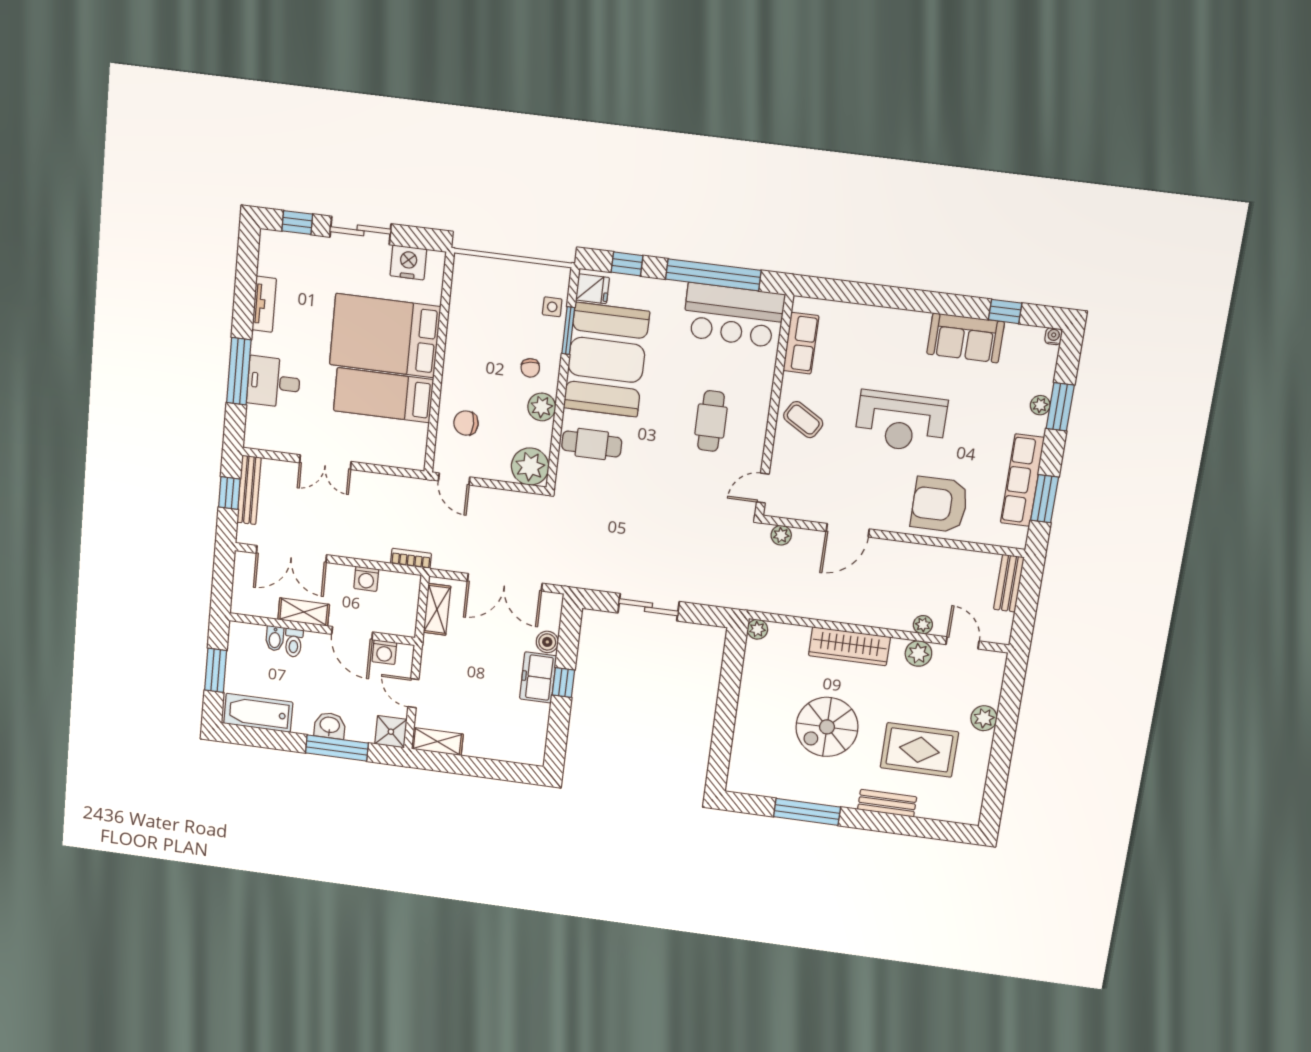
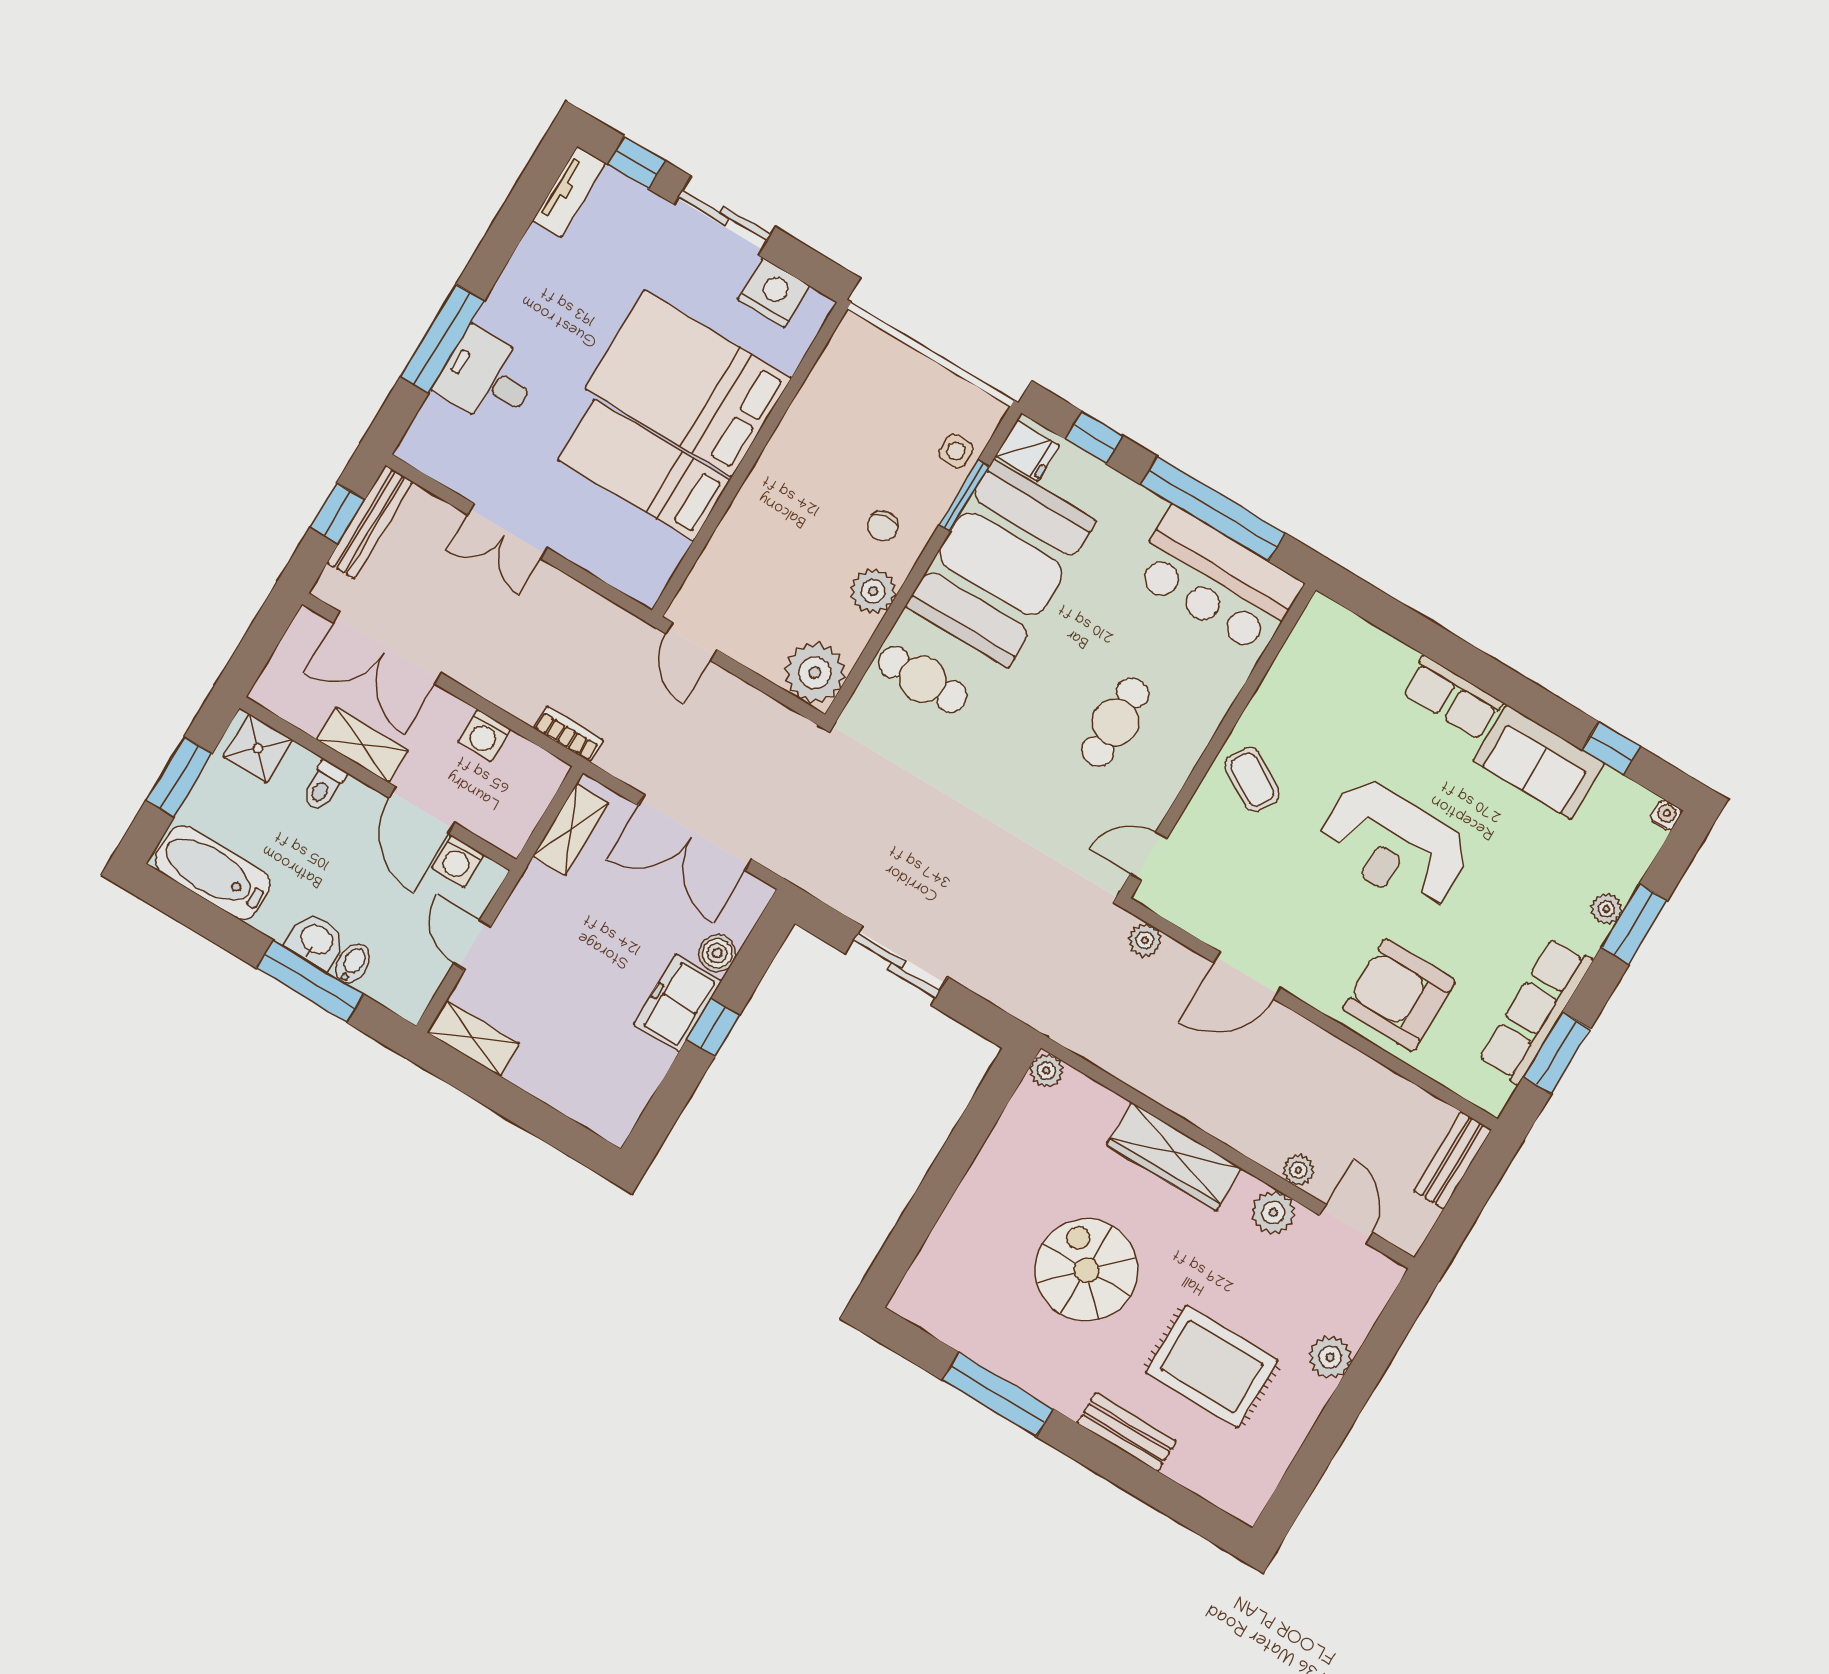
tv unit: (264, 304) -> (569, 192), moved
row of seats: (801, 343) -> (1452, 698), moved, turned 90
chair: (466, 423) -> (748, 566), removed
bidet: (275, 638) -> (353, 963), moved, turned 180
spiral stairs: (827, 727) -> (1086, 1270), turned 90
shower: (391, 732) -> (258, 748), moved

